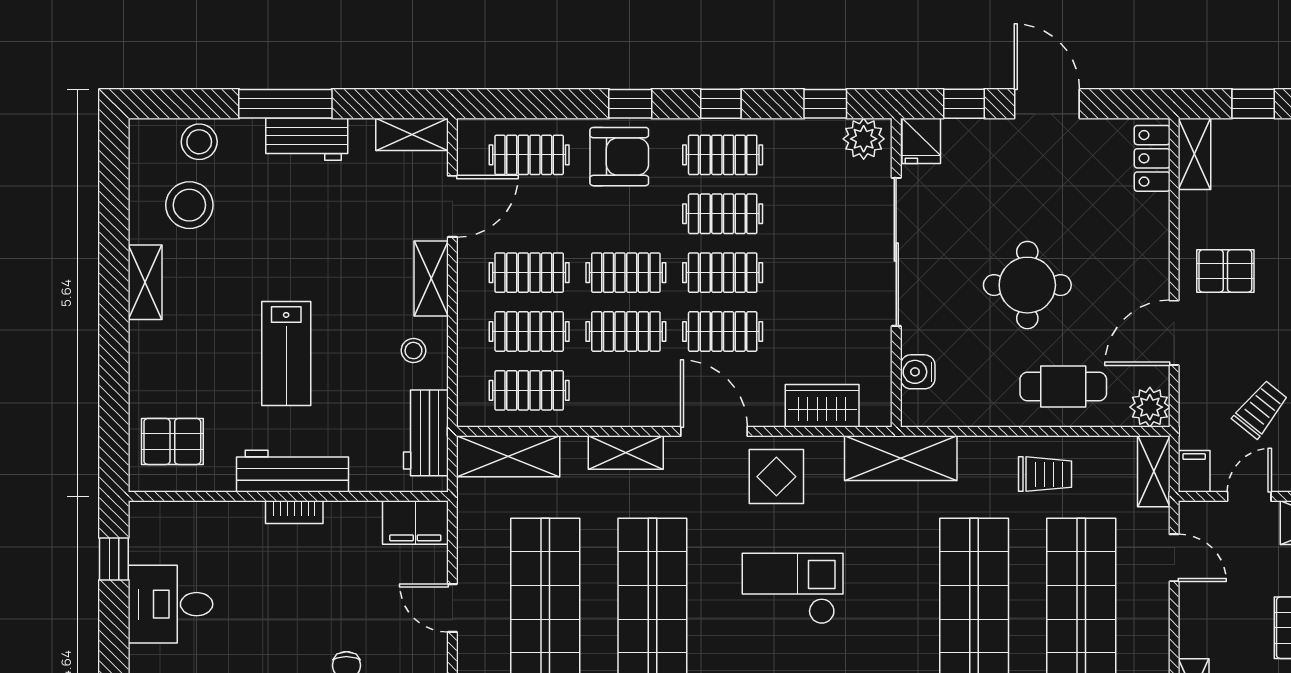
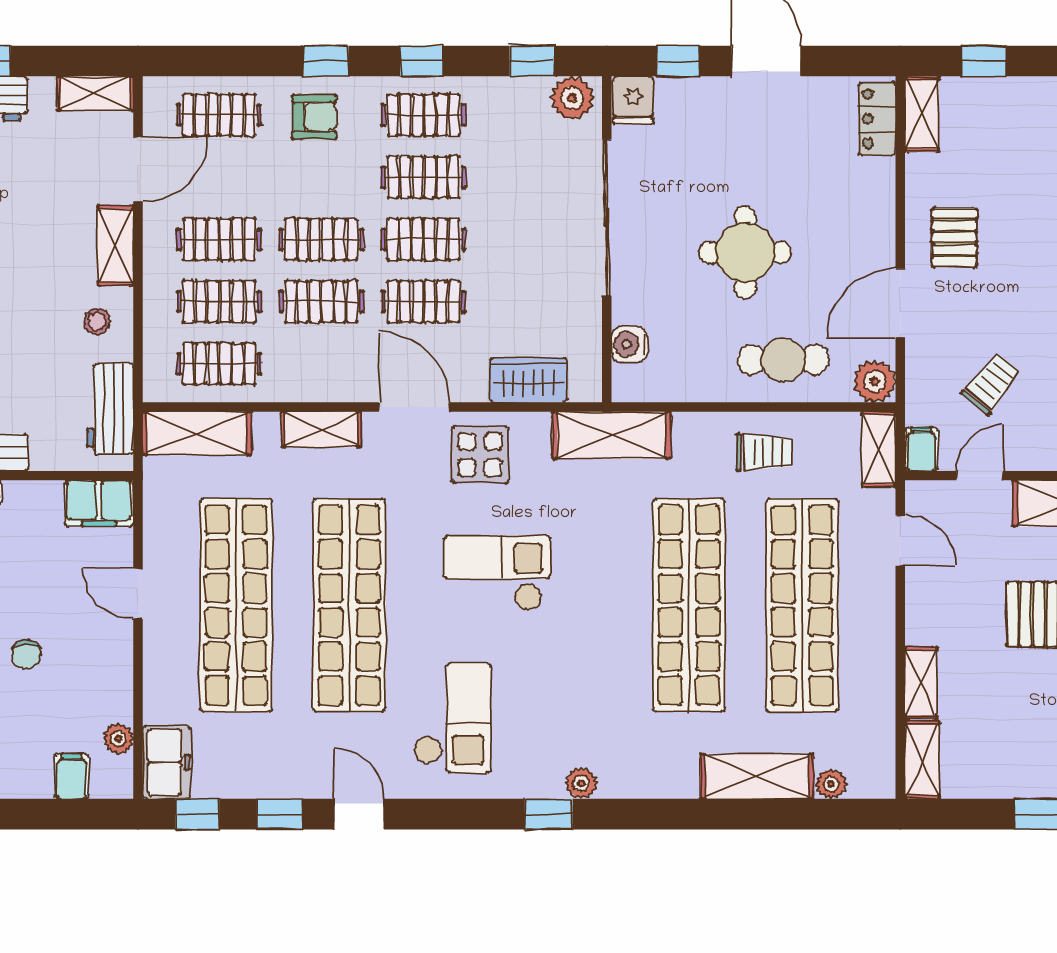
armchair: (619, 157) -> (314, 117), width x0.72, depth x0.72
pallet: (1225, 271) -> (954, 238), turned 90

